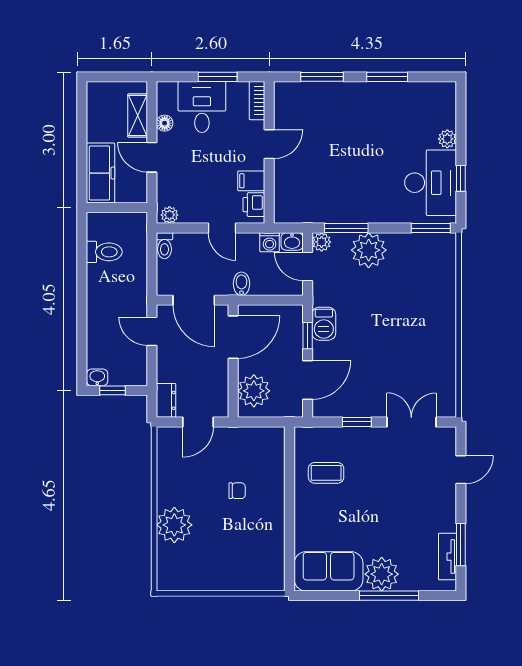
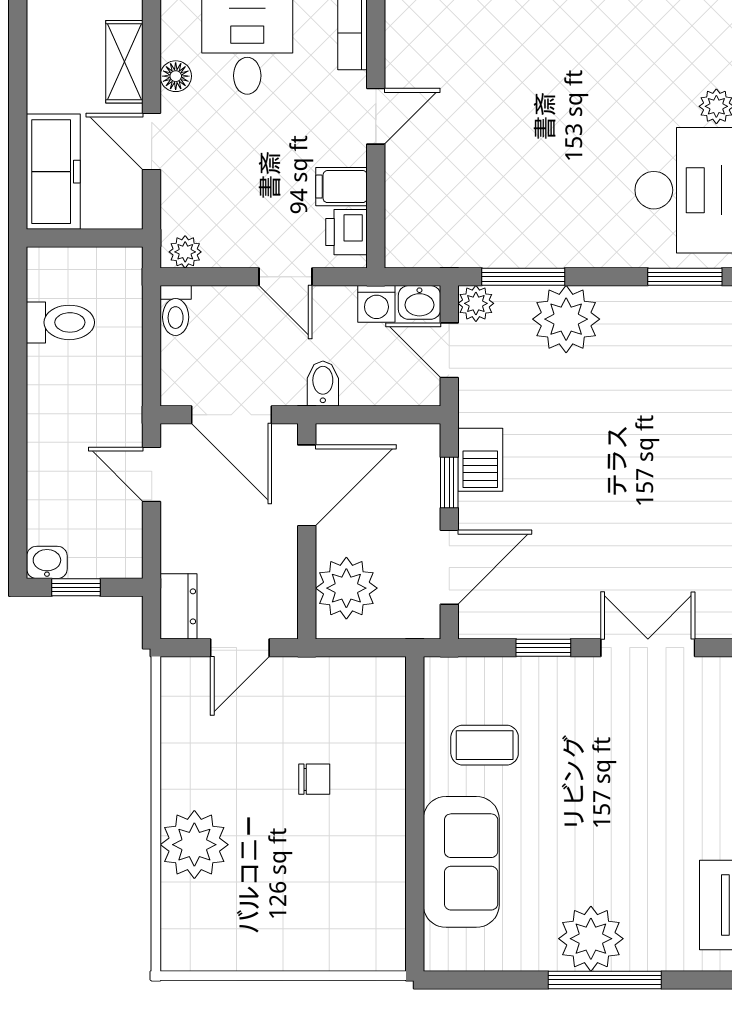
sofa: (329, 571) -> (461, 862), moved, turned 90

